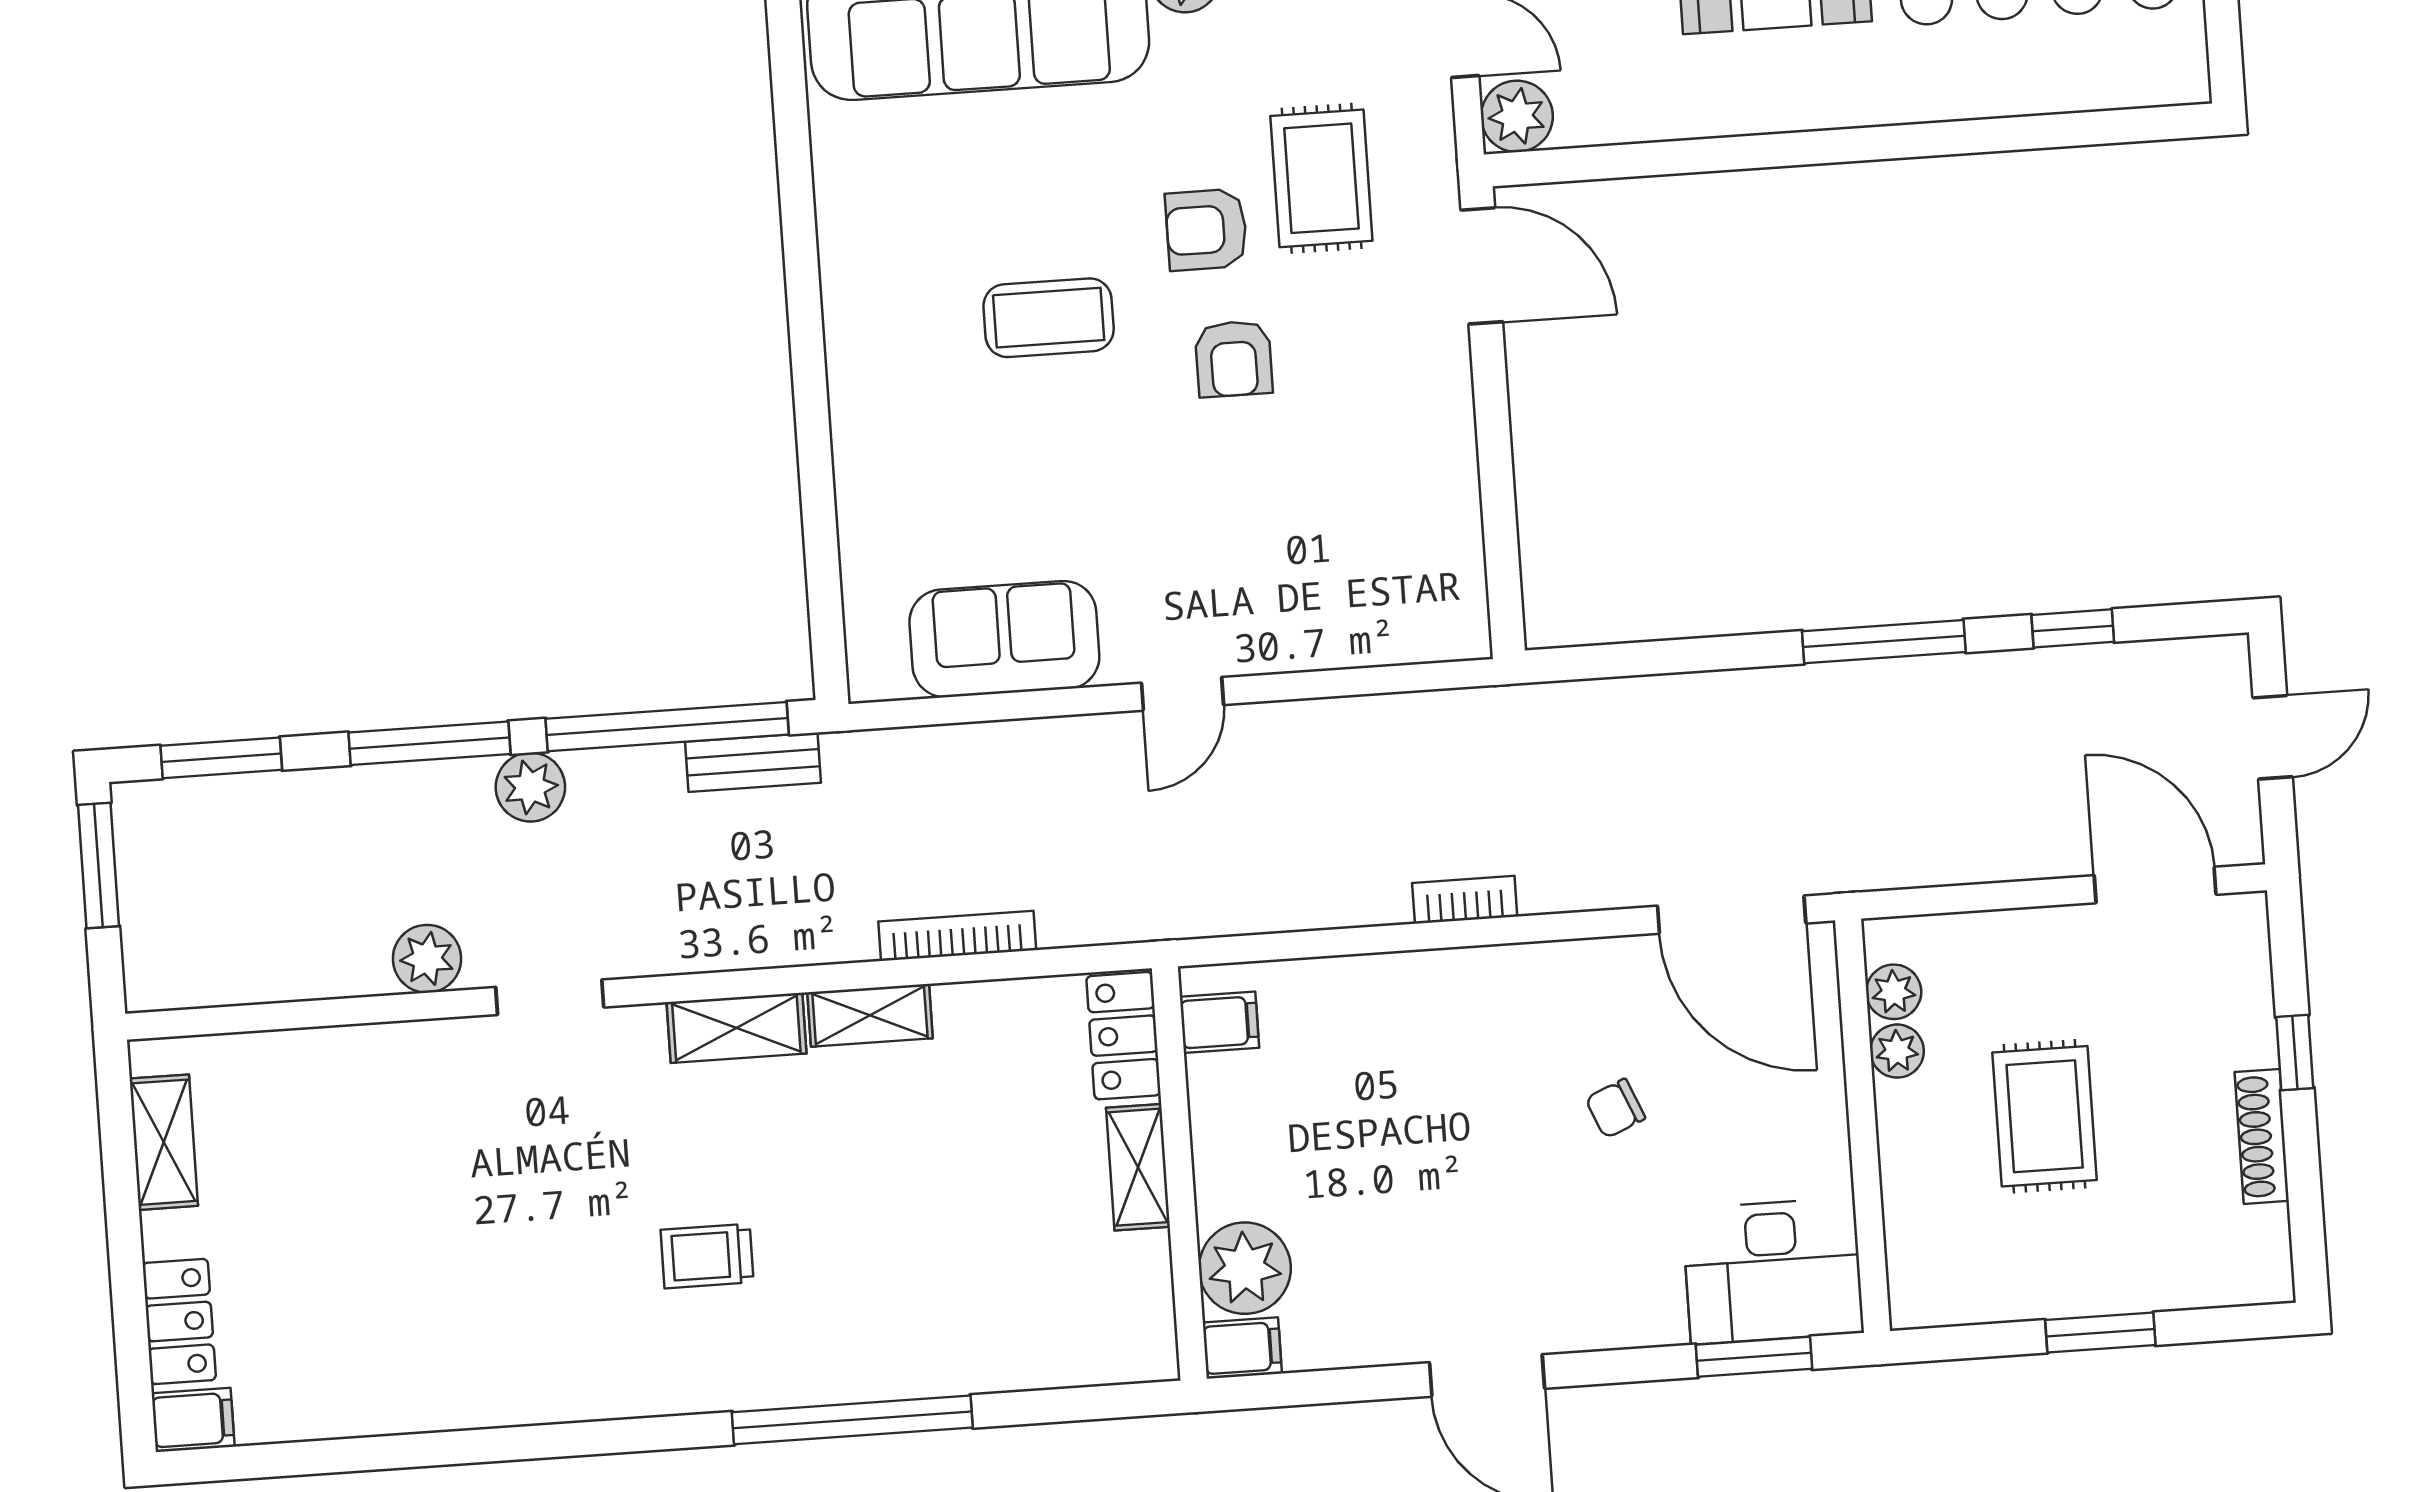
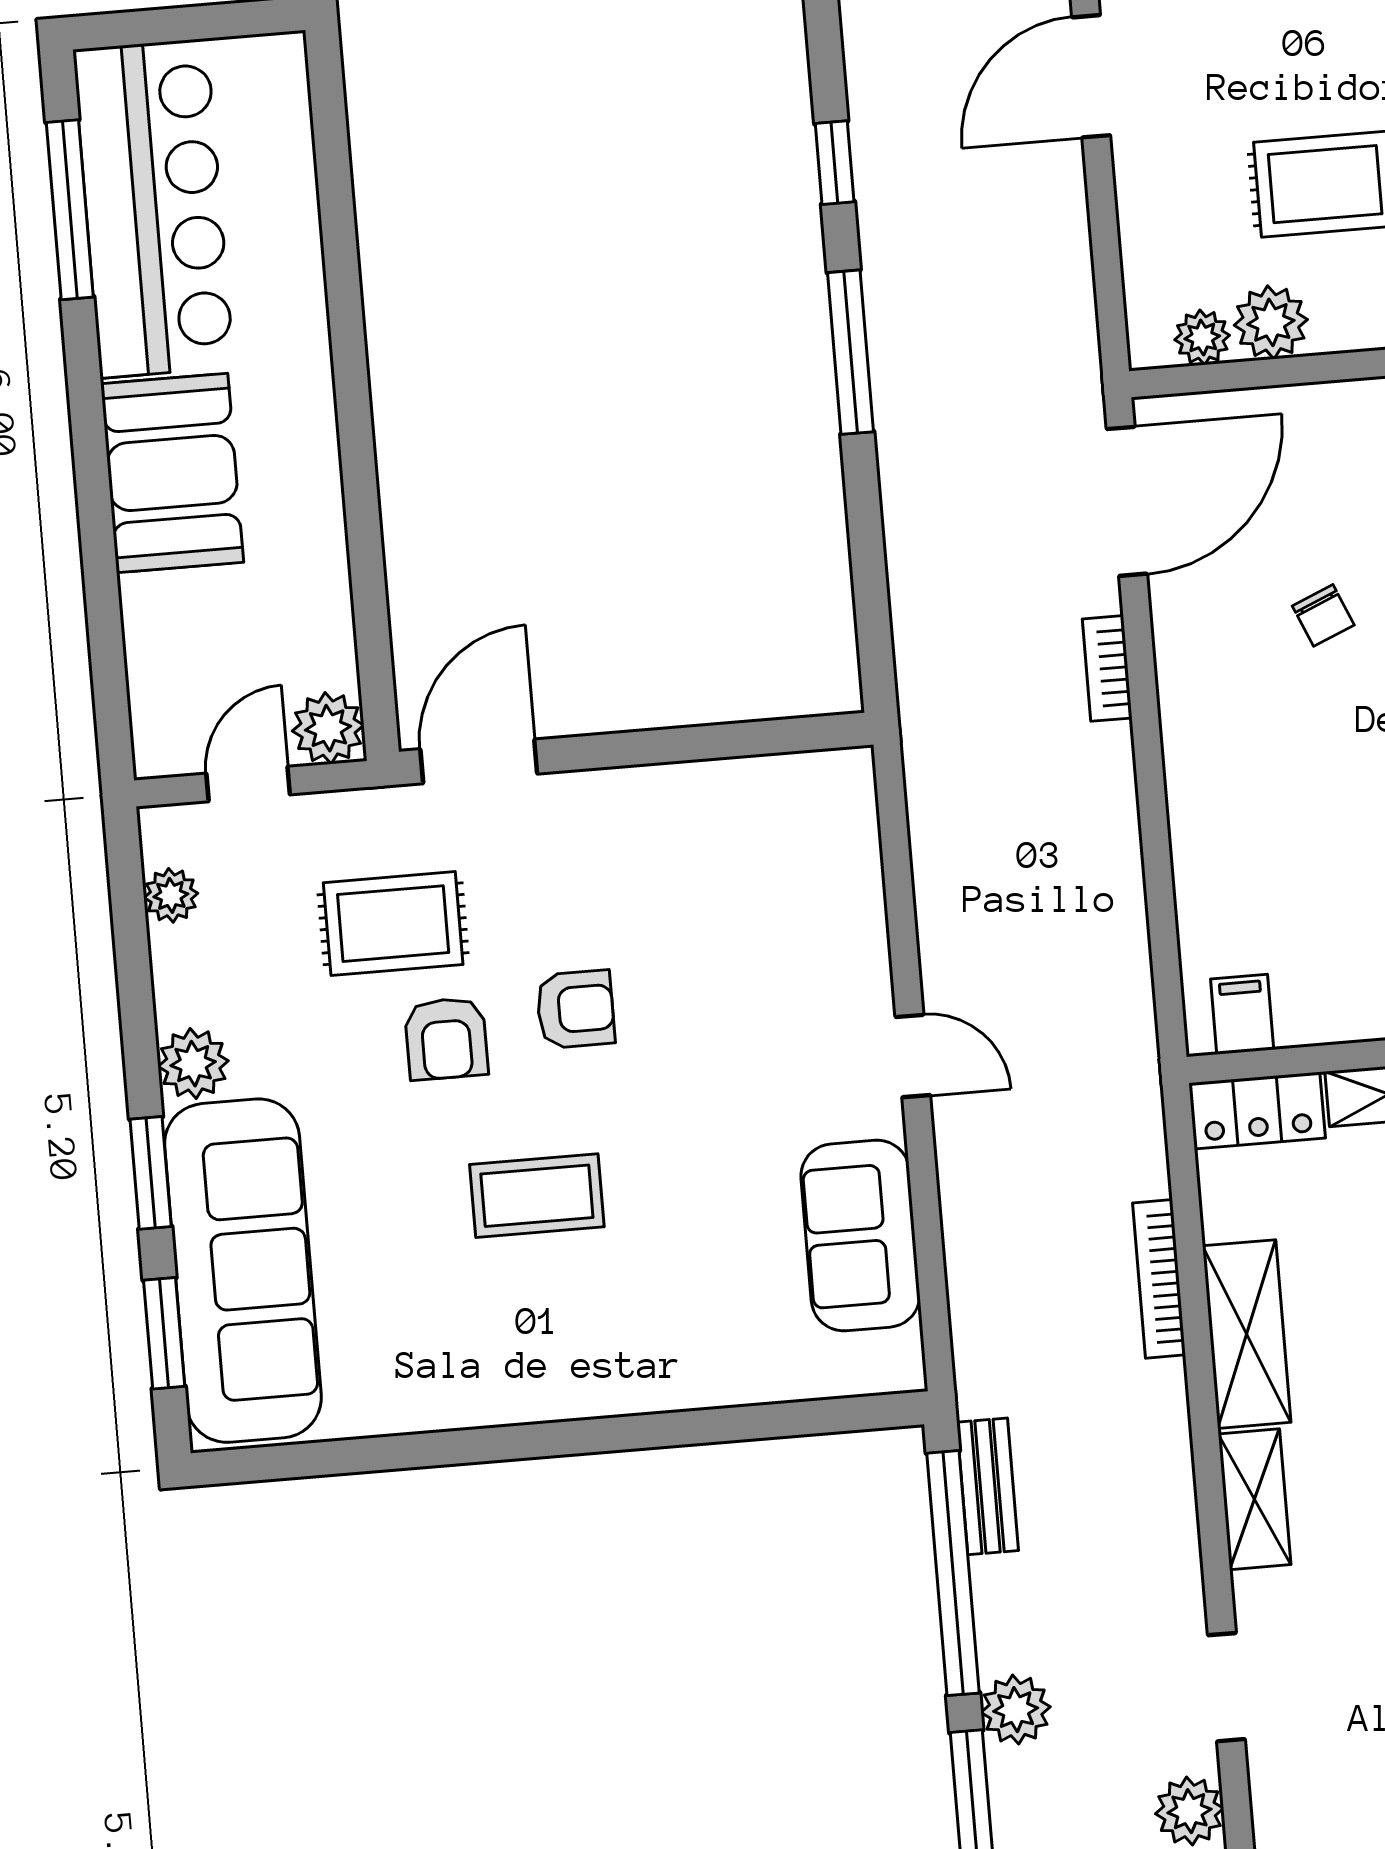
coffee table: (1049, 318) -> (537, 1196), turned 90
bookcase: (1465, 900) -> (1107, 668), moved
shelving: (870, 1015) -> (1247, 1334), width x1.50, depth x1.33
plant: (1897, 1051) -> (1271, 322), width x1.38, depth x1.38

